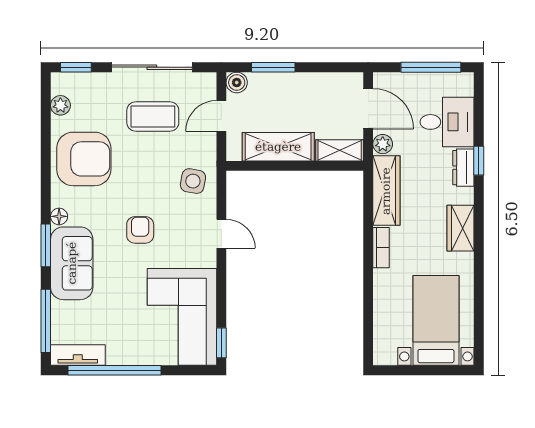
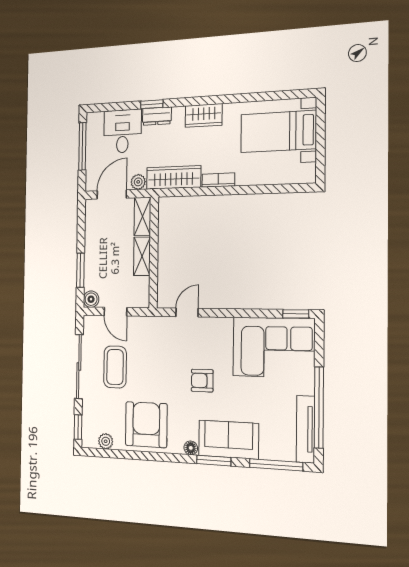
shelving: (278, 147) -> (142, 256), width x0.67, depth x0.75
side table: (193, 181) -> (164, 336), removed
door: (221, 234) -> (187, 313), moved
tv unit: (78, 355) -> (306, 429), width x1.41

